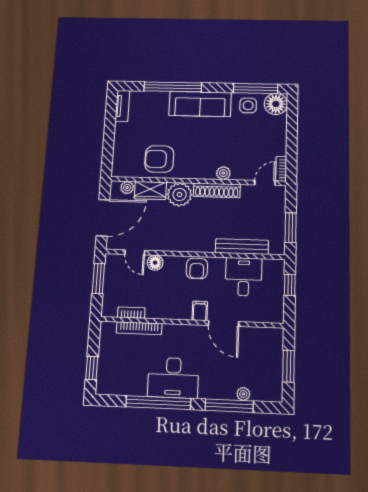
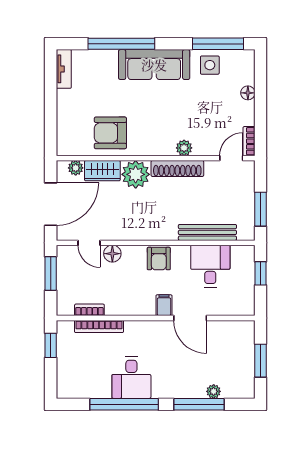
floor lamp: (276, 104) -> (248, 93), moved, width x0.53, depth x0.53
window: (92, 368) -> (51, 345), moved
desk: (173, 378) -> (131, 378), width x0.73

